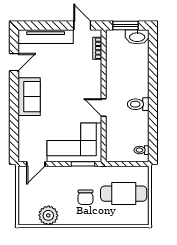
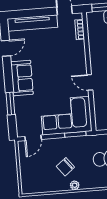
window: (14, 124) -> (10, 104), added
chair: (85, 197) -> (65, 167), moved, turned 52
plant: (48, 215) -> (75, 185), moved, width x0.53, depth x0.53

